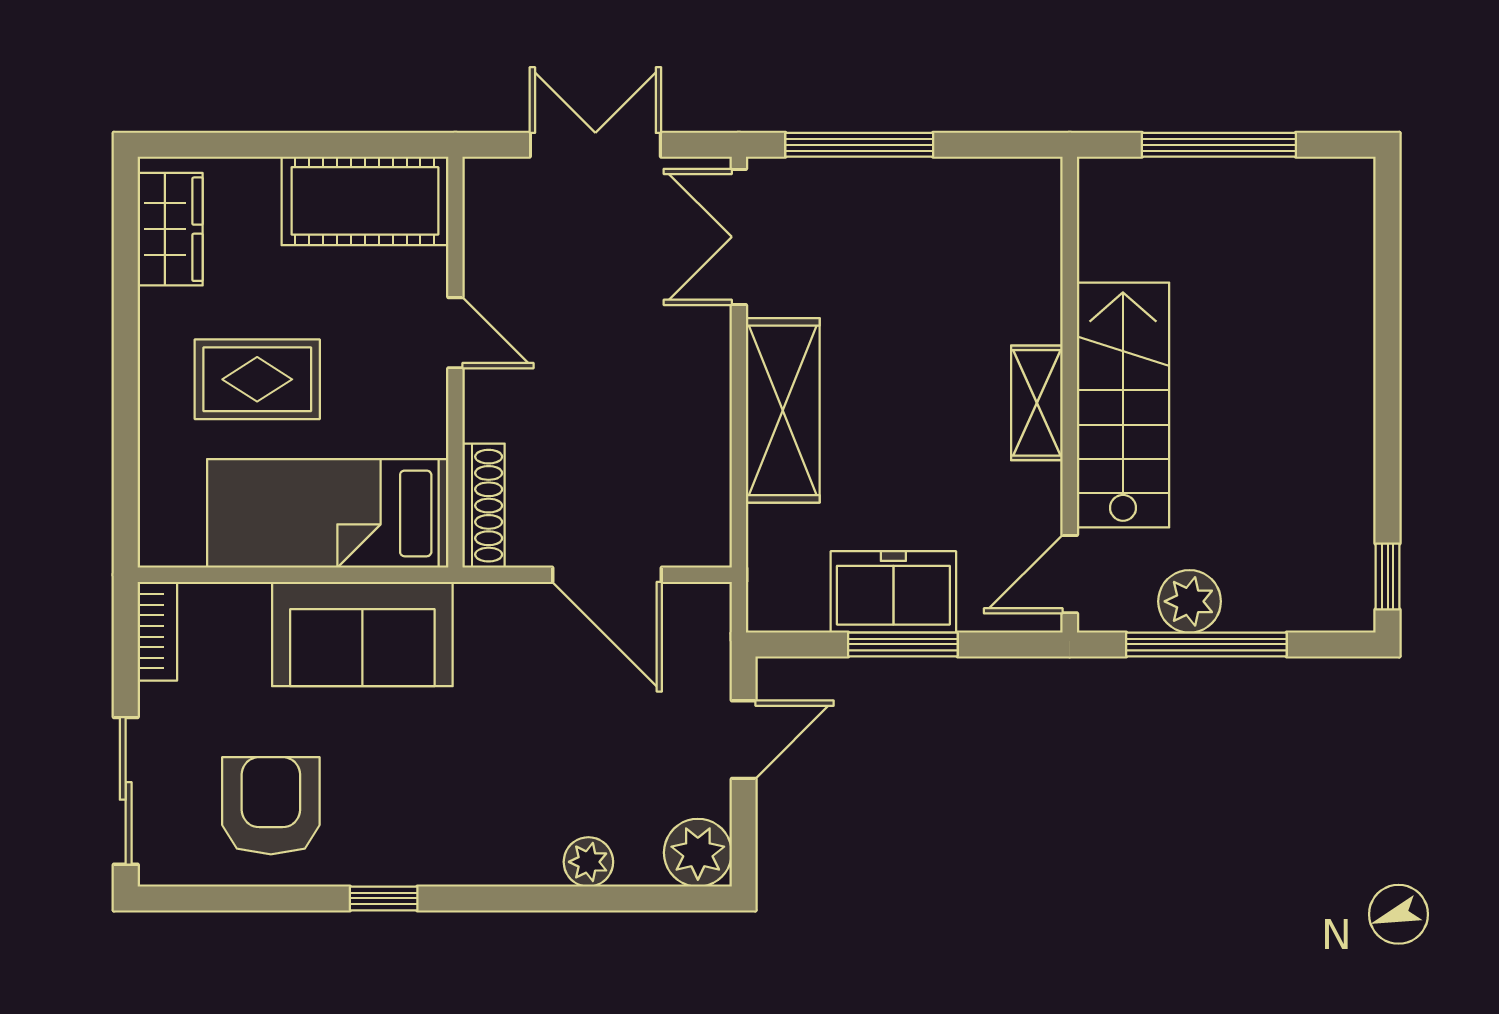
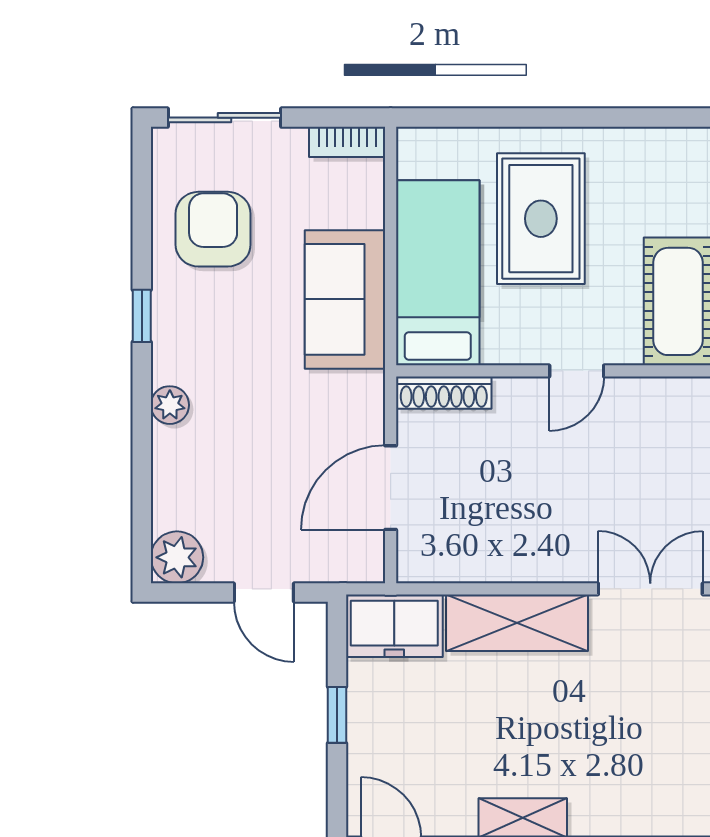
wardrobe: (170, 229) -> (656, 152), removed
rug: (257, 379) -> (541, 219), width x1.36, depth x1.43
freezer: (893, 592) -> (394, 626), moved, turned 90
window: (903, 644) -> (337, 715), width x0.67
armchair: (271, 806) -> (213, 229), turned -90
plant: (588, 862) -> (170, 405), moved

